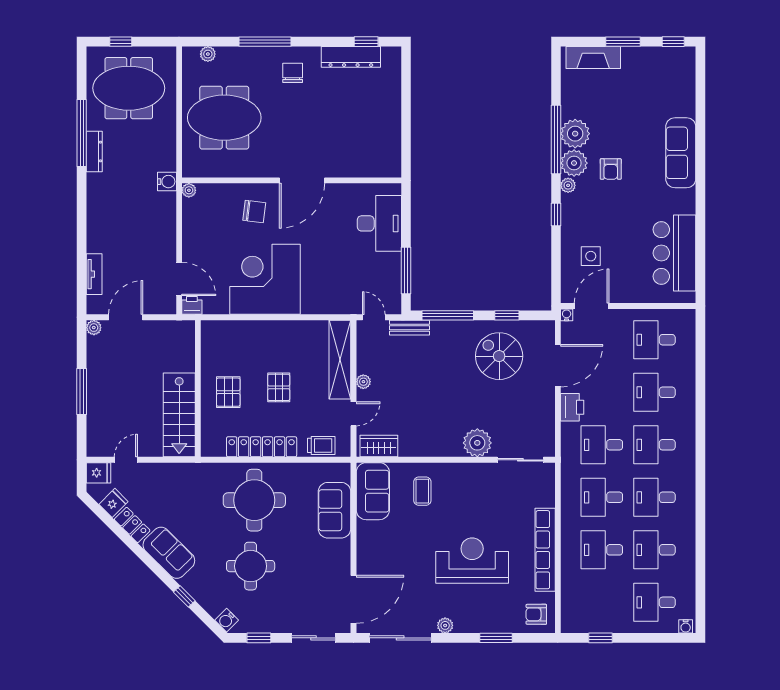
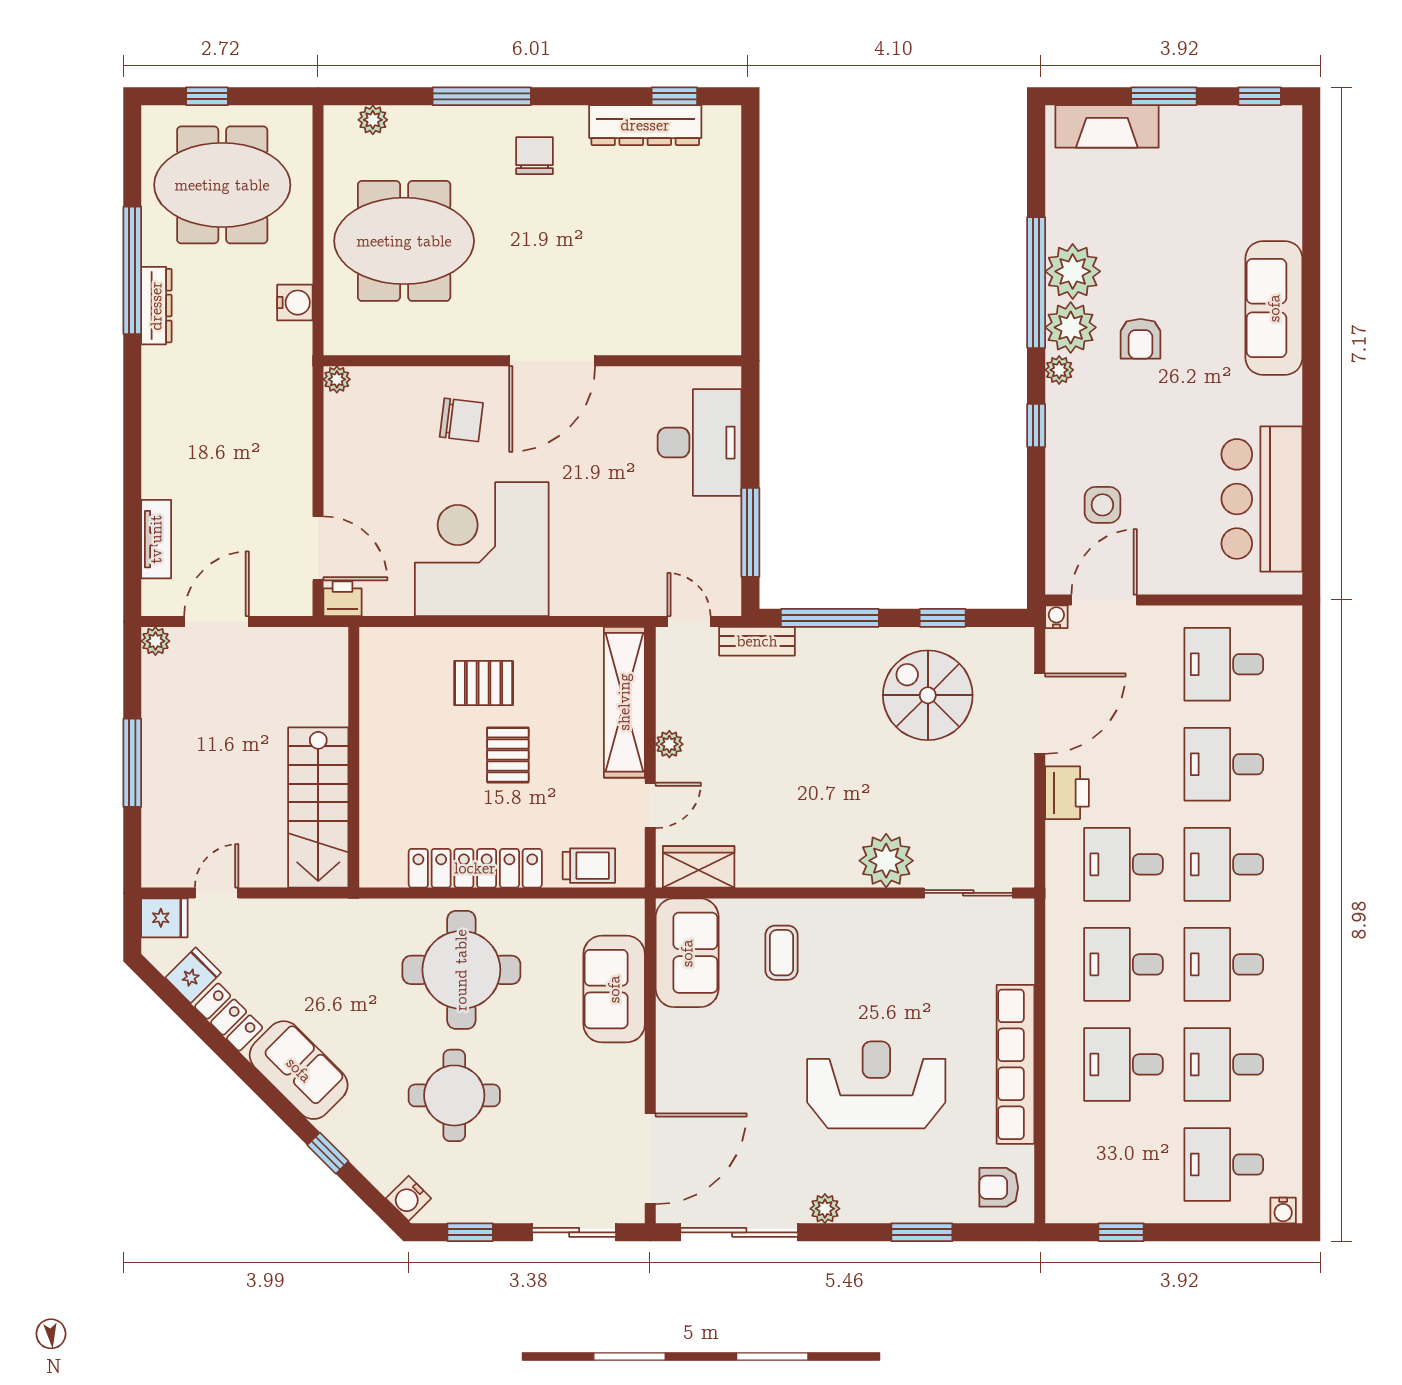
water cooler: (167, 182) -> (295, 303), moved
pallet: (228, 392) -> (484, 683), moved, turned 90

